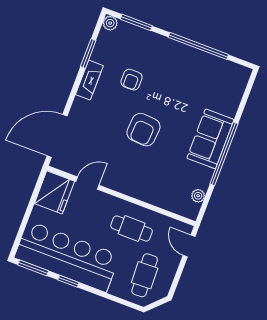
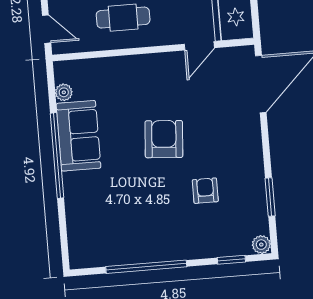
window: (136, 22) -> (231, 260), width x0.67
fireplace: (89, 80) -> (254, 167), removed
sofa: (210, 139) -> (78, 136), moved

